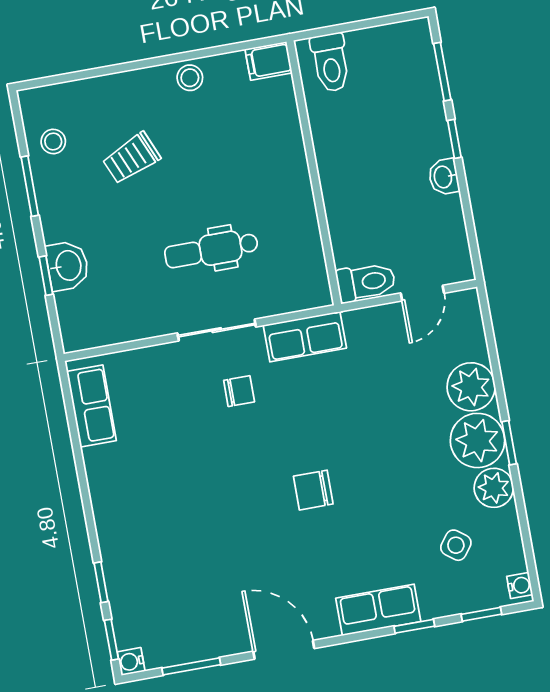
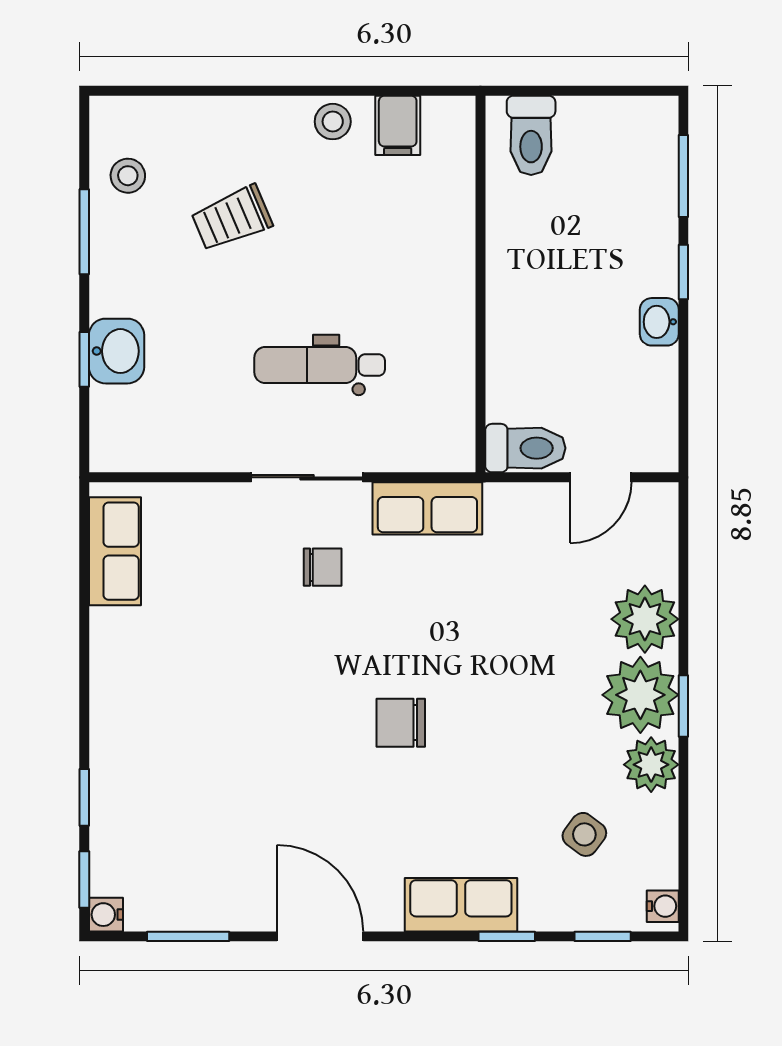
filing cabinet: (269, 61) -> (398, 125), moved, turned -90

